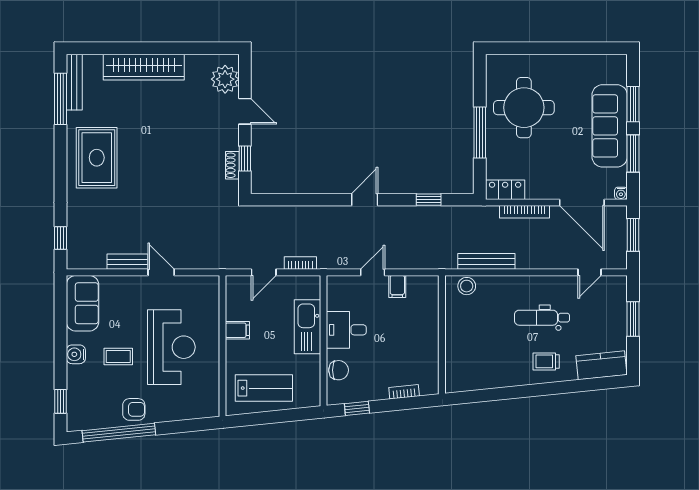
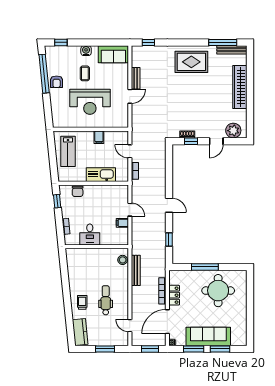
locker: (505, 190) -> (174, 295), moved
desk: (346, 330) -> (90, 234), moved, turned 180

